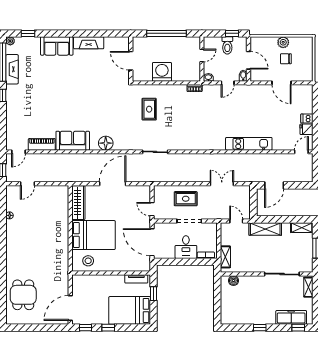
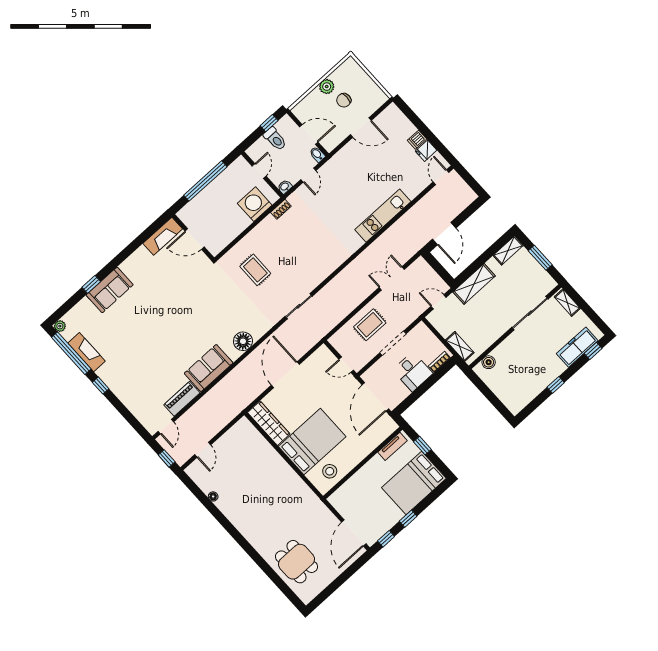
window: (28, 33) -> (91, 284), moved
fireplace: (89, 43) -> (163, 236), moved
washing machine: (162, 72) -> (255, 204), moved
door: (152, 242) -> (375, 397), hinge flipped

